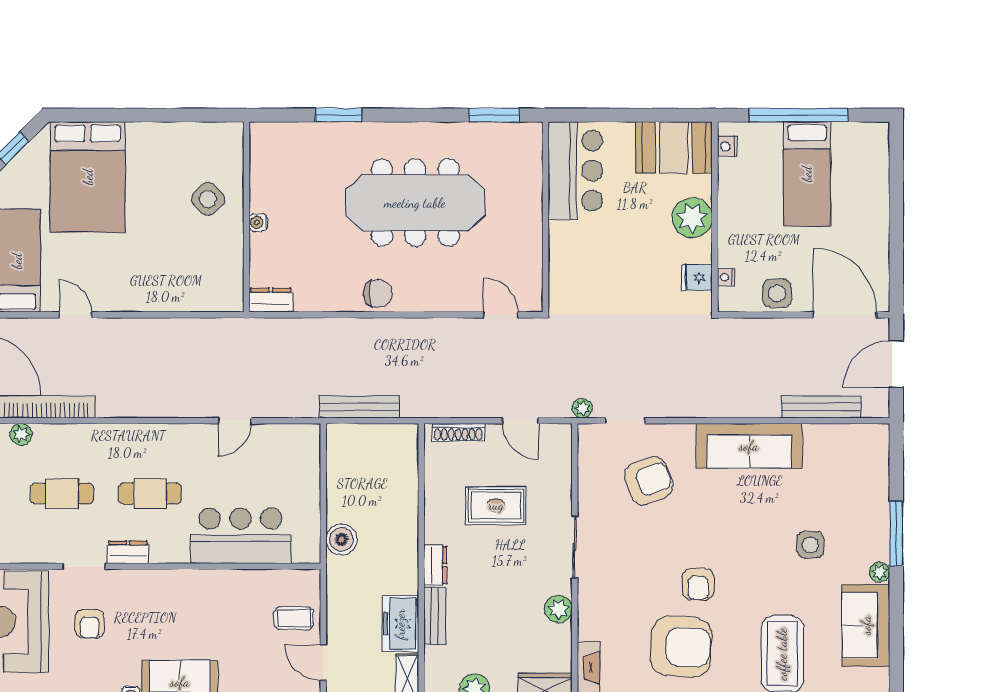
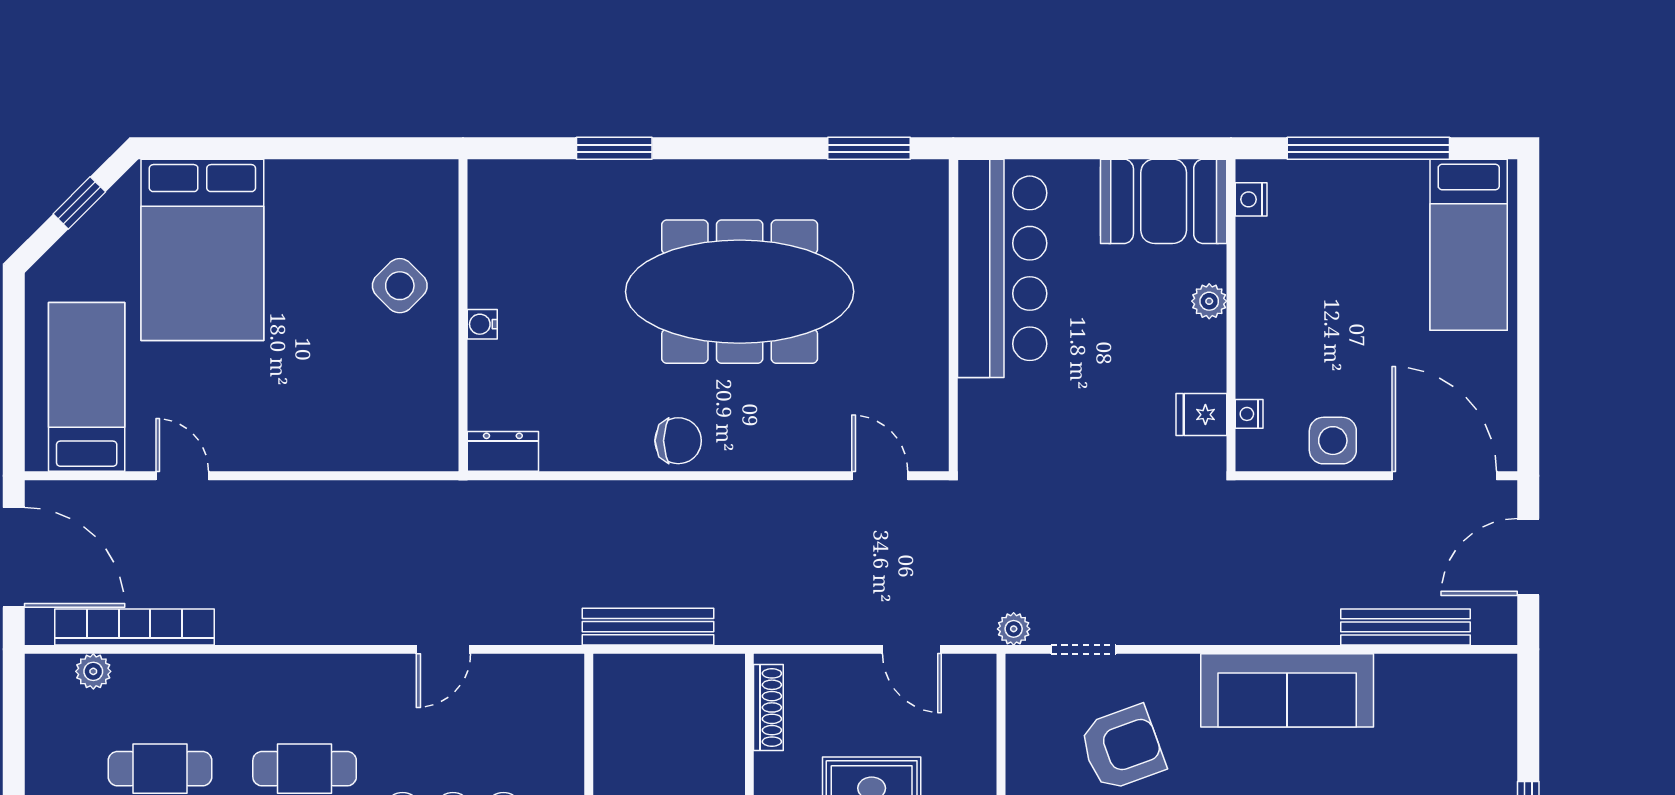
bar counter: (575, 171) -> (1002, 268), width x1.36
bed: (807, 174) -> (1469, 245), moved
plant: (692, 218) -> (1209, 301), width x0.53, depth x0.53
shoe rack: (458, 432) -> (768, 707), moved, turned -90

